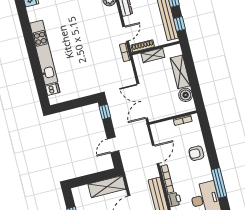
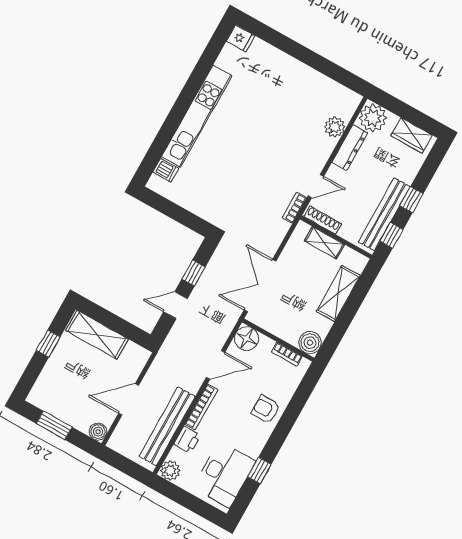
boiler: (186, 95) -> (310, 343), moved
window: (105, 112) -> (194, 273), moved
floor lamp: (158, 130) -> (247, 339), added
window: (219, 183) -> (259, 471), width x0.46
shelving: (107, 187) -> (97, 335), moved

